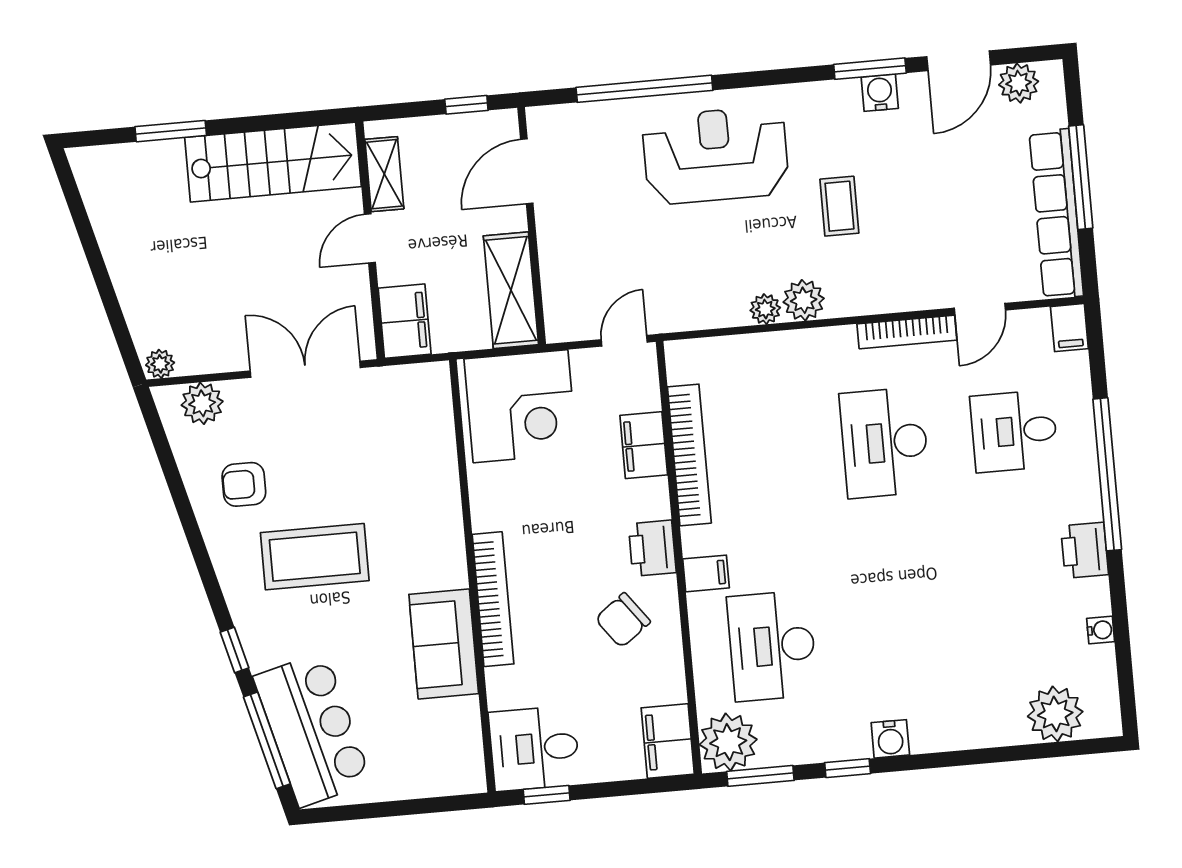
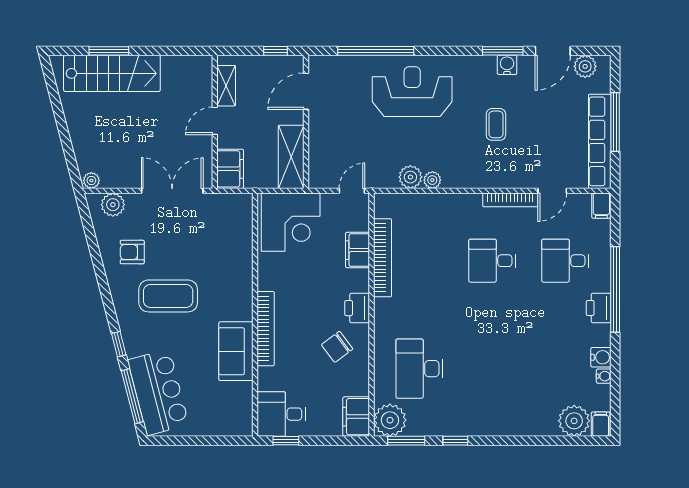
stairs: (273, 162) -> (112, 73), moved
coffee table: (839, 206) -> (496, 124), moved
plant: (804, 300) -> (410, 177), moved
desk: (885, 443) -> (492, 261), width x0.73
printer: (1085, 550) -> (599, 308), moved
filing cabinet: (706, 573) -> (601, 424), moved, turned -90
water cooler: (890, 739) -> (601, 357), moved, turned -90

